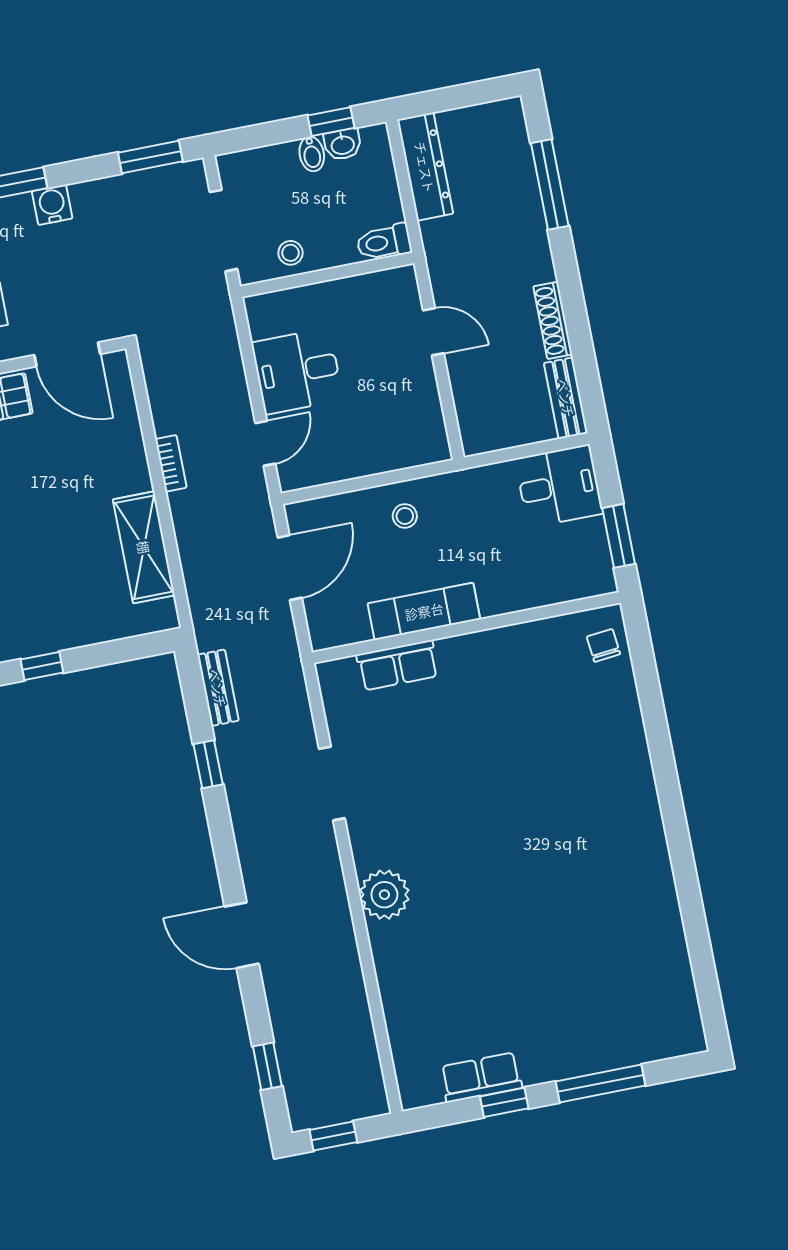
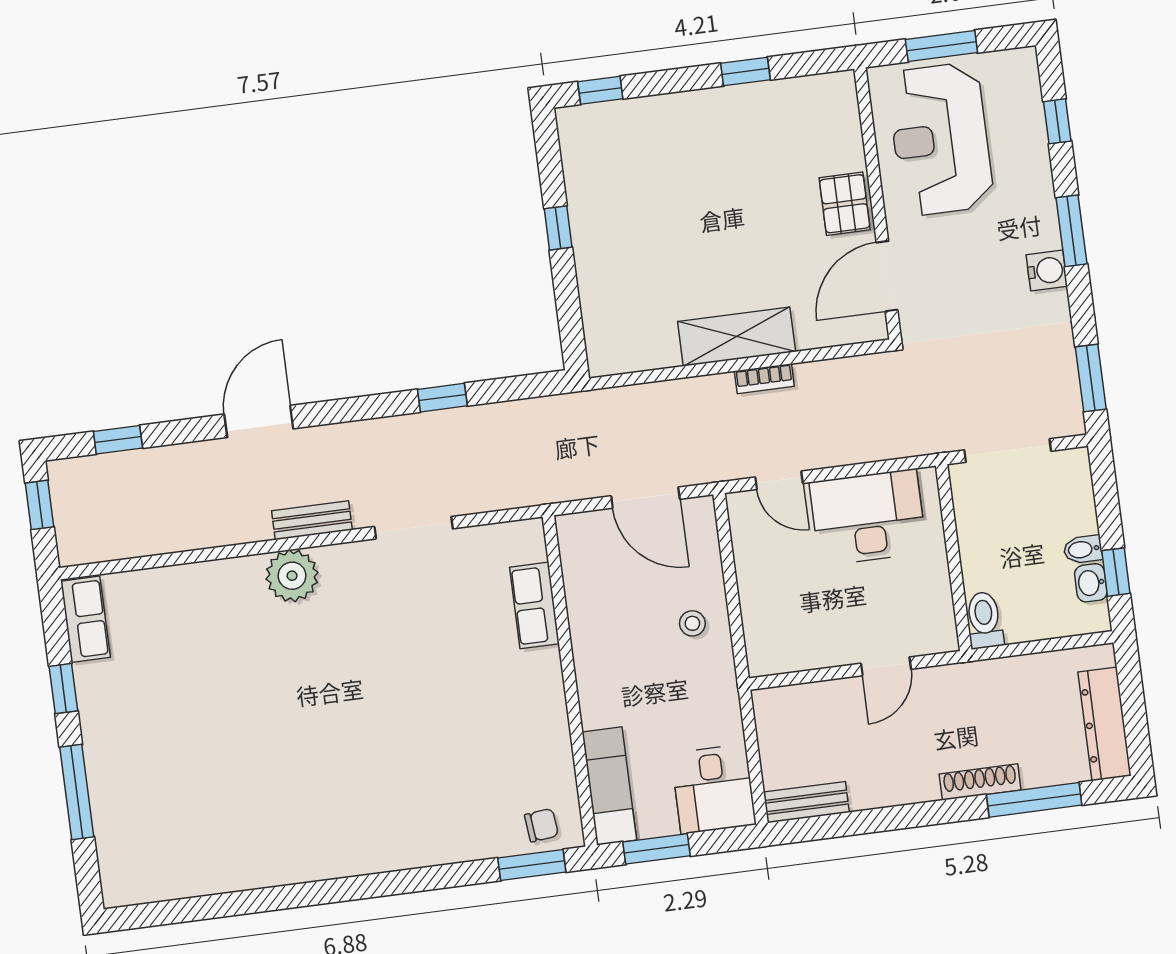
dresser: (425, 167) -> (1105, 724), moved, turned 90
stool: (290, 253) -> (979, 520), removed
shoe rack: (553, 320) -> (980, 782), moved
desk: (297, 371) -> (868, 517), width x1.37
shelving: (144, 547) -> (737, 337), moved
exam couch: (424, 611) -> (609, 786), moved
window: (641, 652) -> (532, 865), added
bench: (218, 688) -> (312, 520), moved
row of seats: (481, 1077) -> (86, 619), moved

